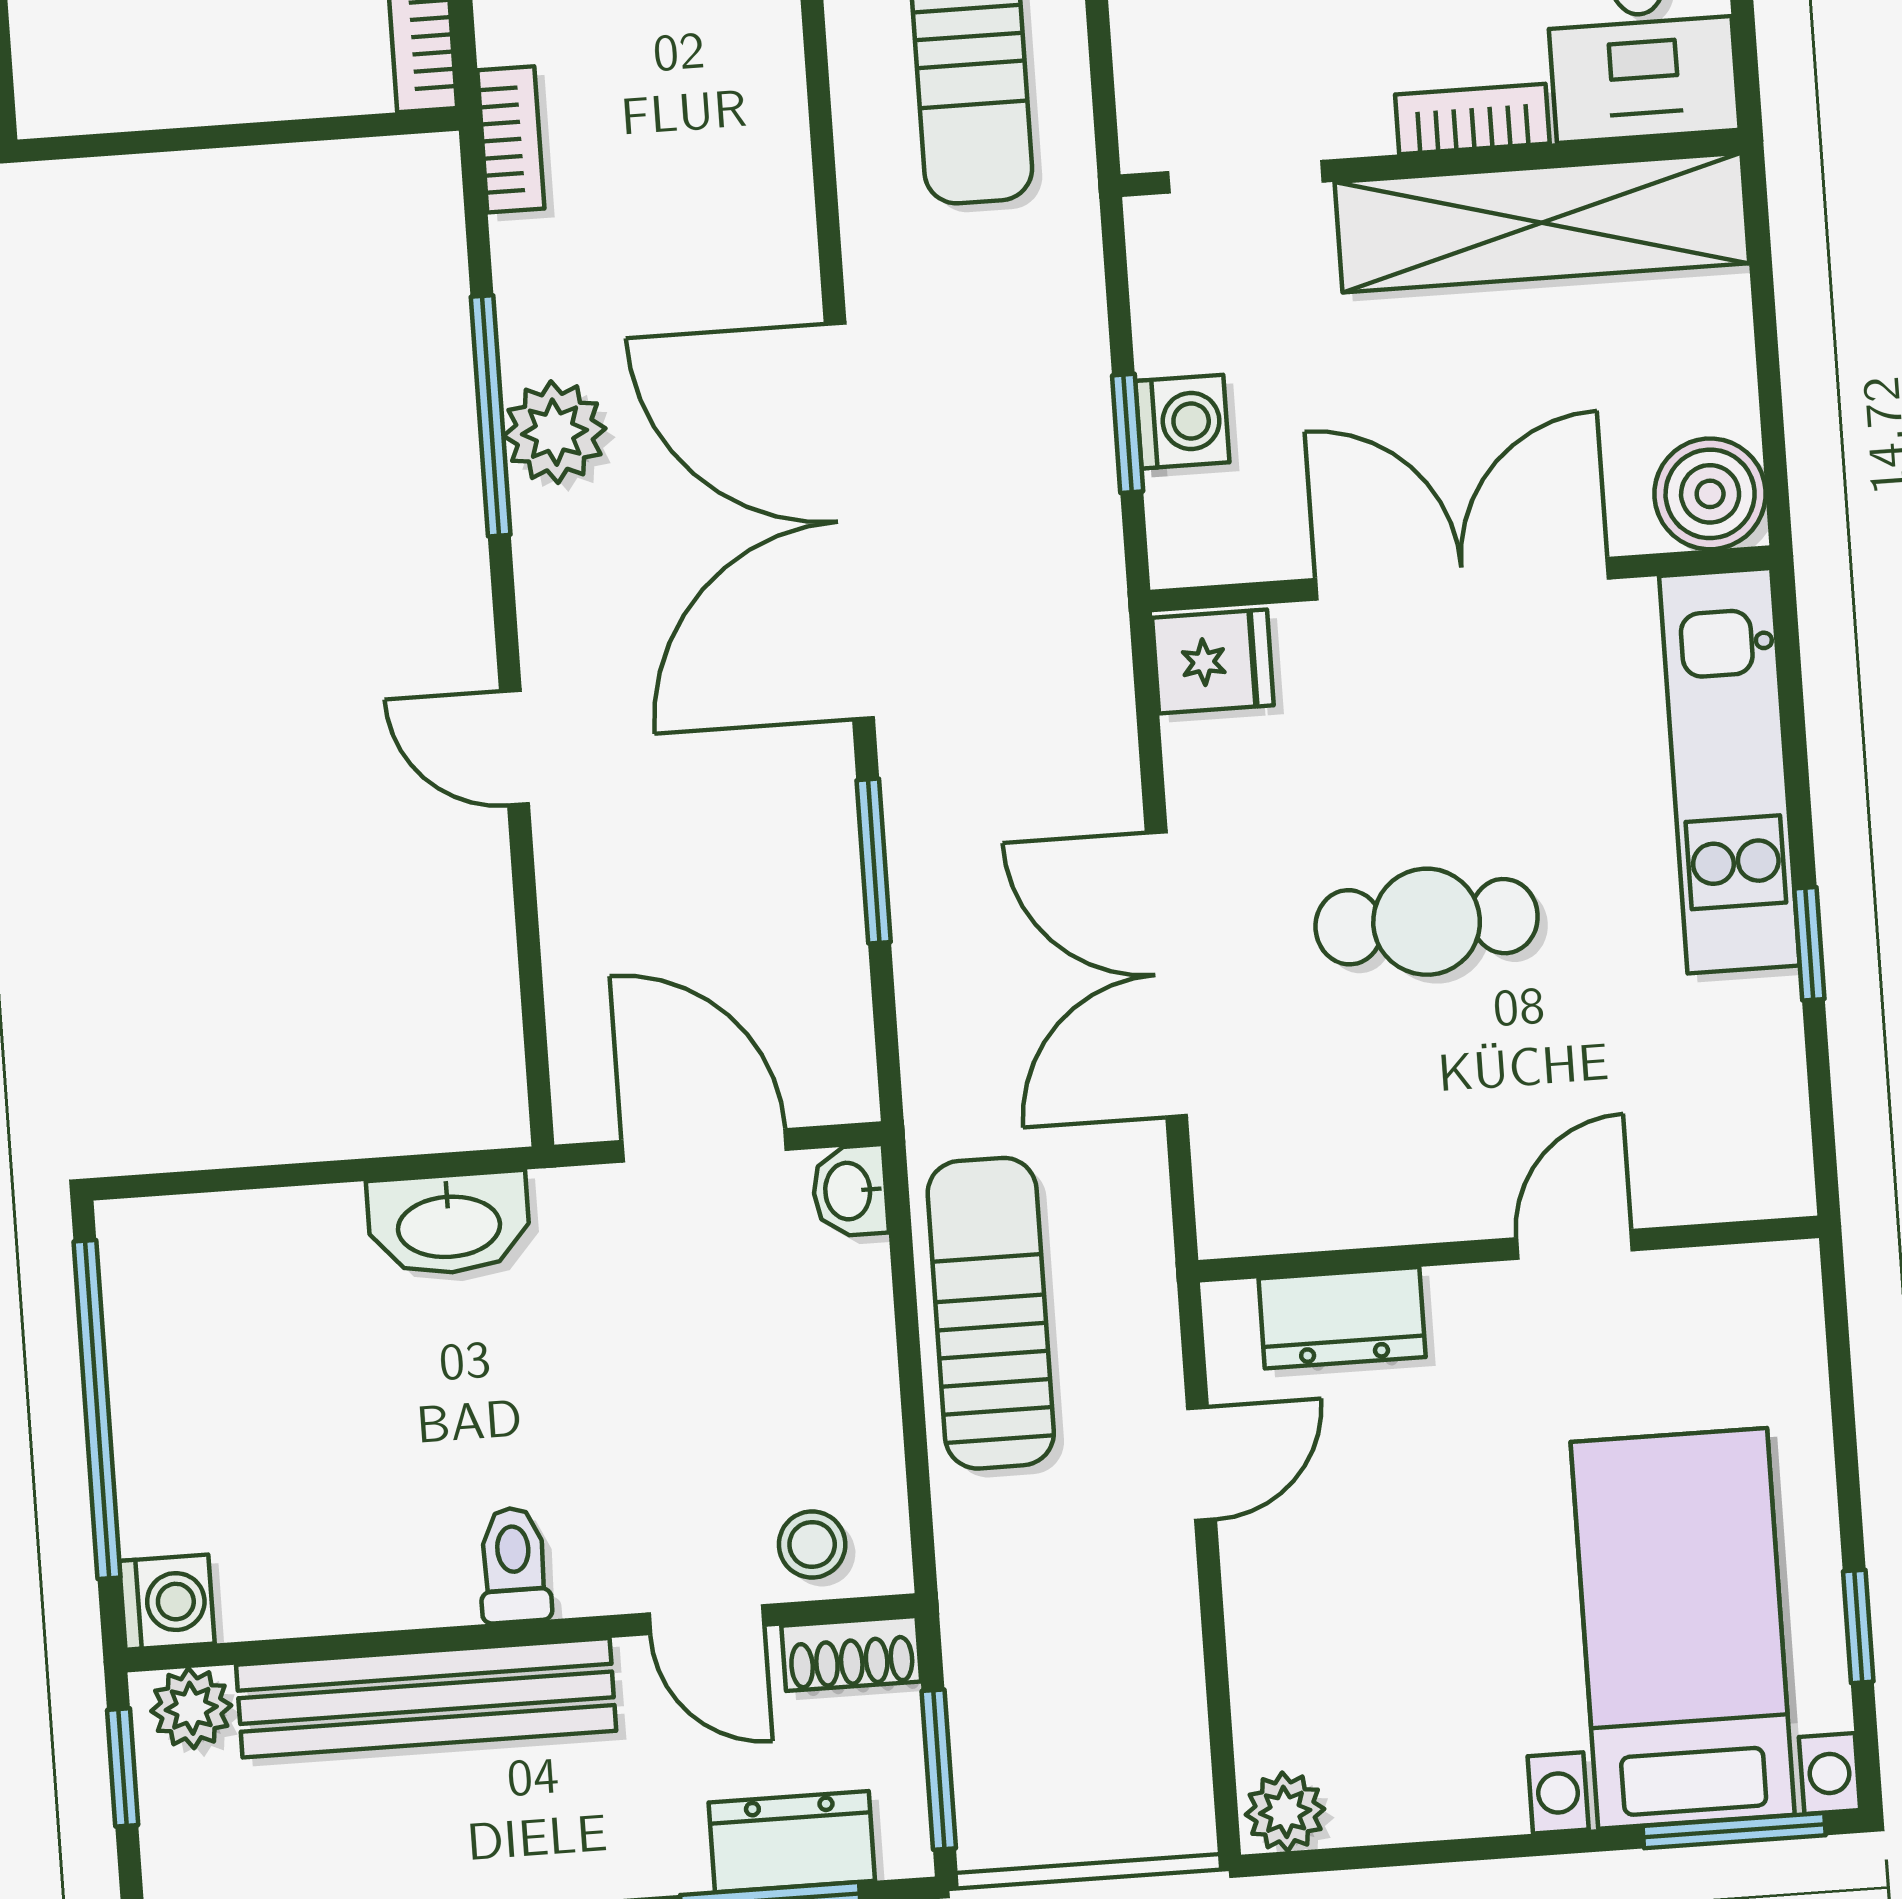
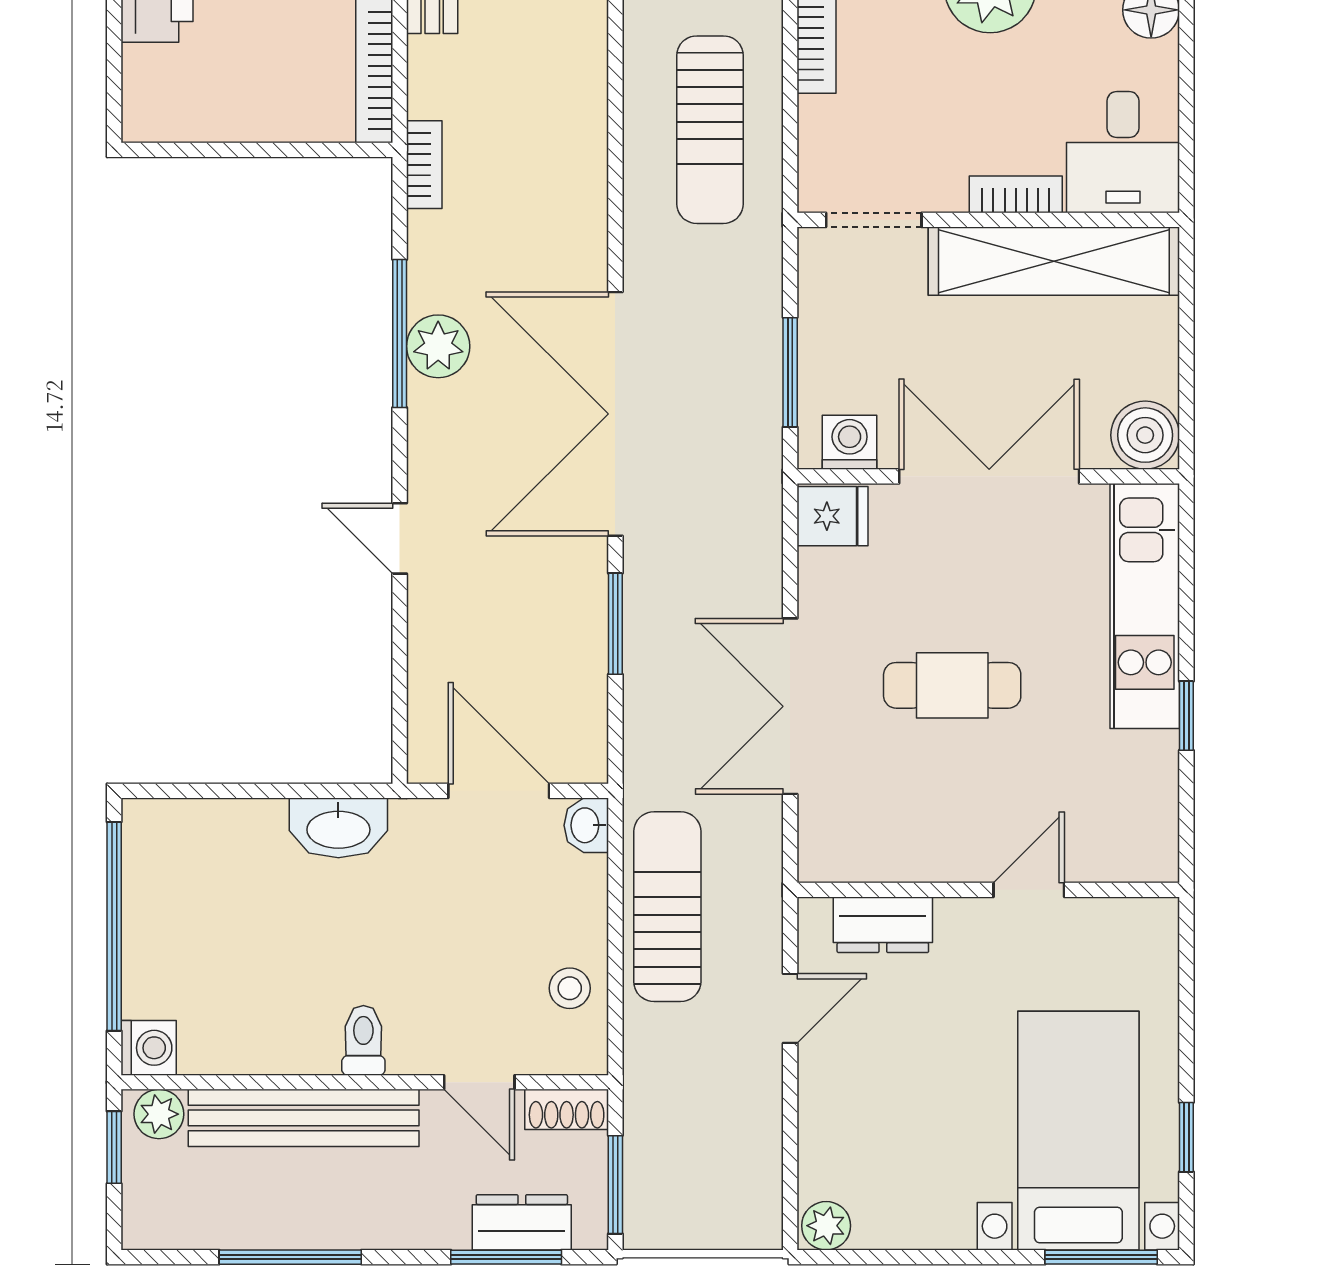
washing machine: (1182, 422) -> (850, 442), moved, turned -90
window: (1128, 433) -> (790, 372), width x1.50
stool: (812, 1545) -> (570, 988), moved

